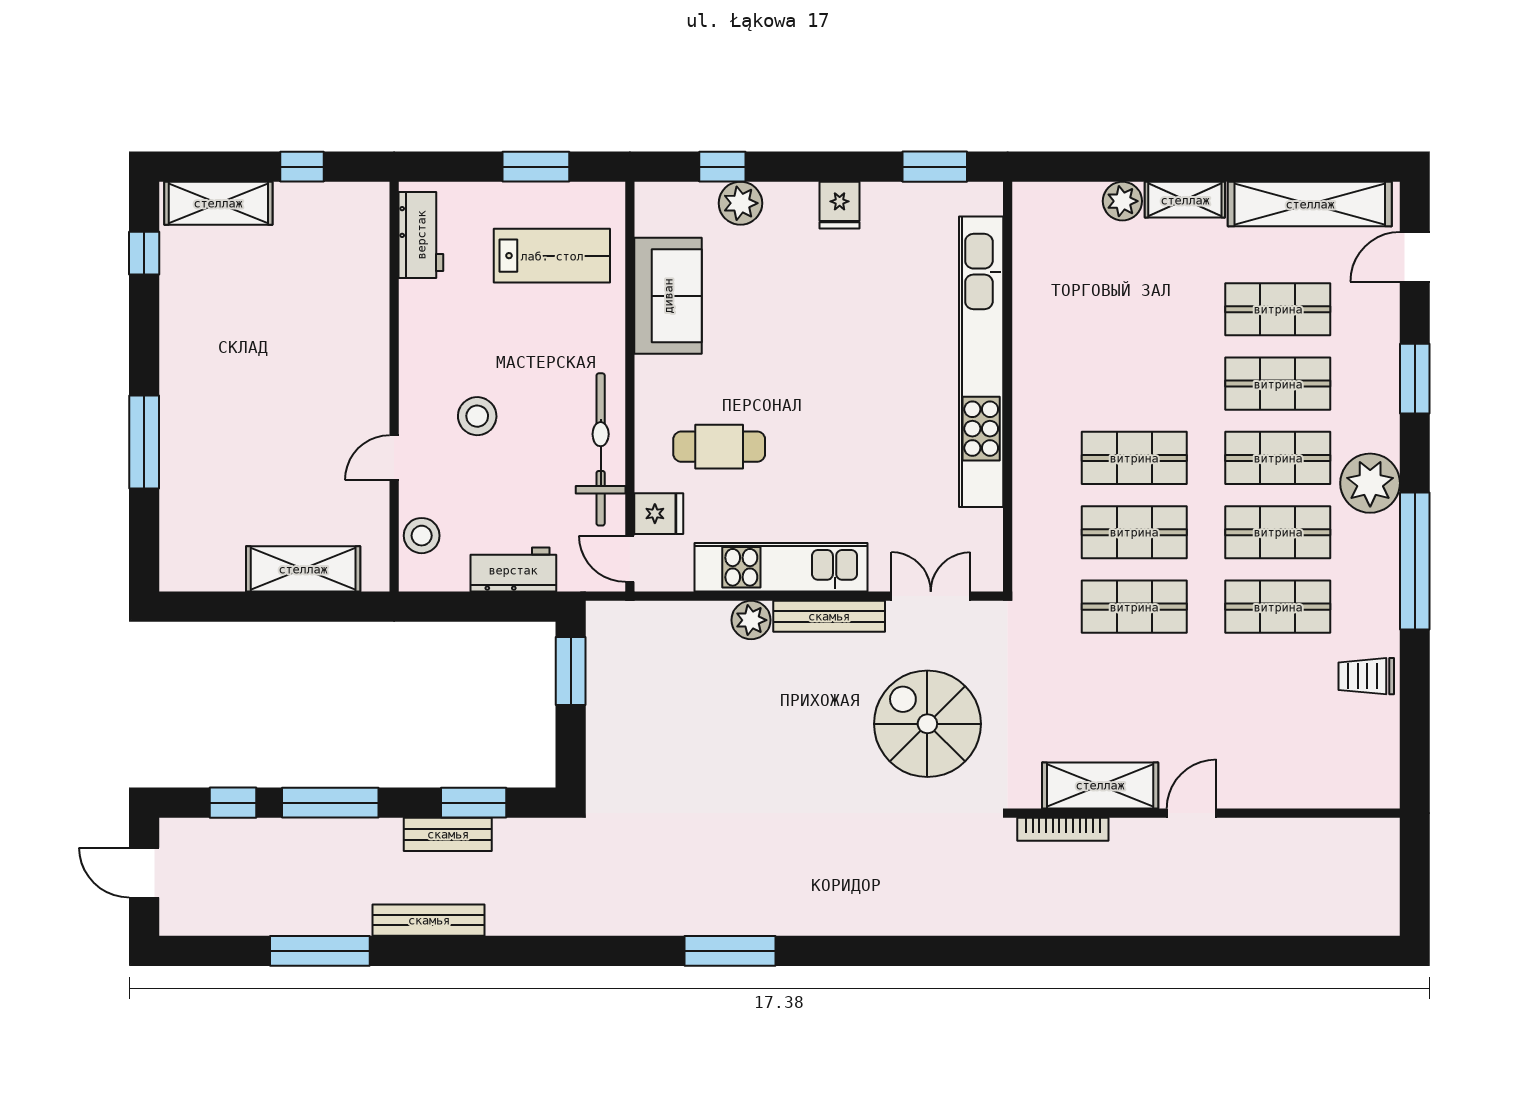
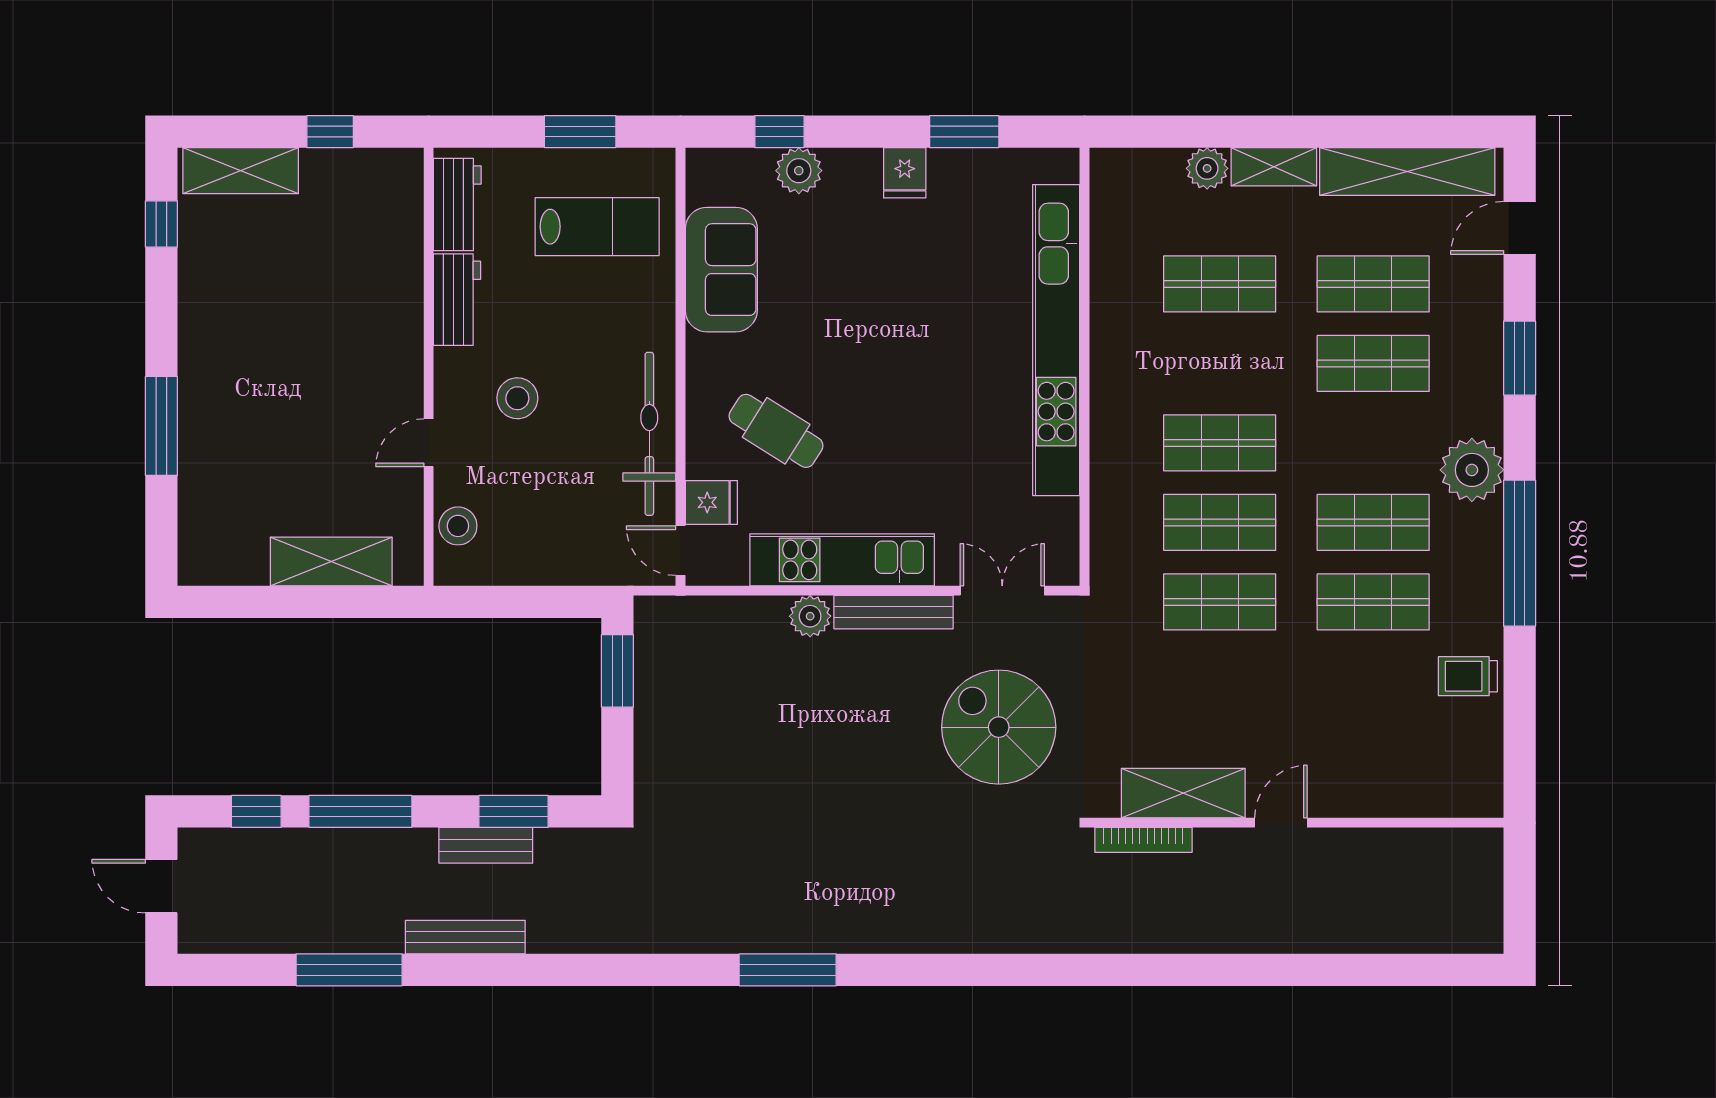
window: (935, 167) -> (964, 132), moved
cafe table: (719, 447) -> (776, 431), turned 32
shop shelf: (1278, 458) -> (1220, 284), moved
workbench: (513, 570) -> (457, 300), moved, turned 90

